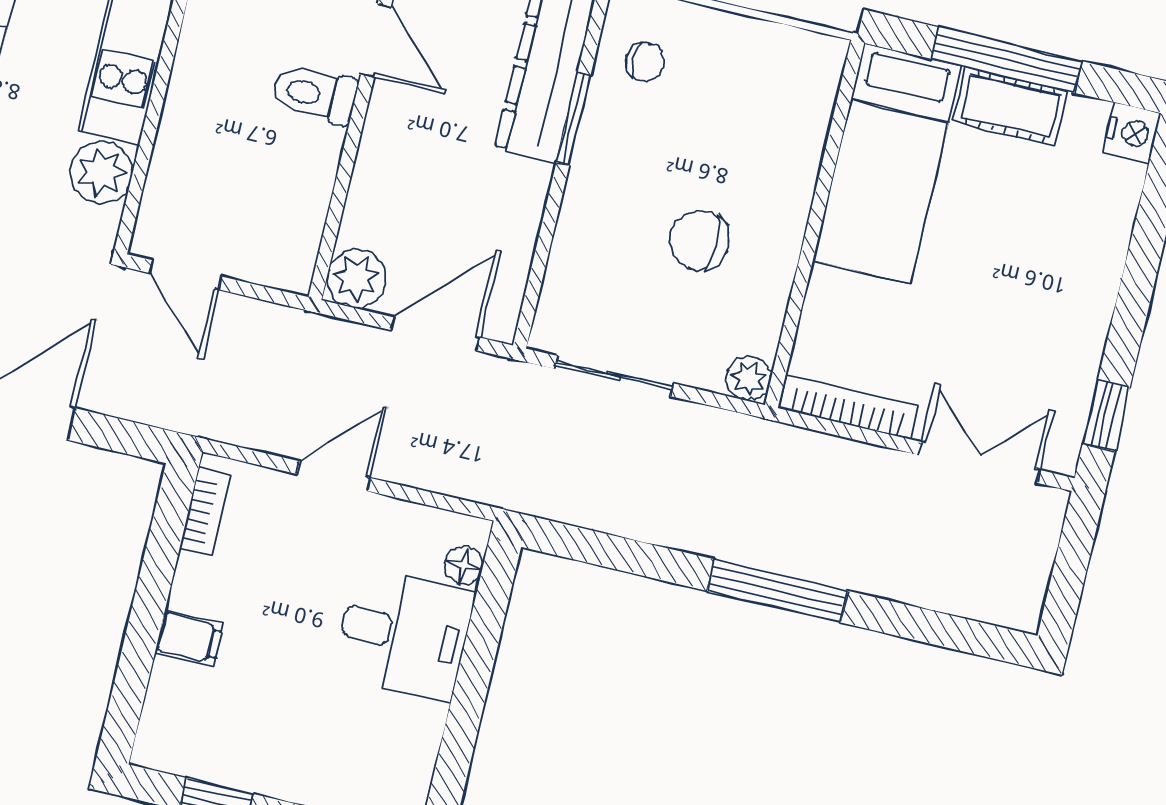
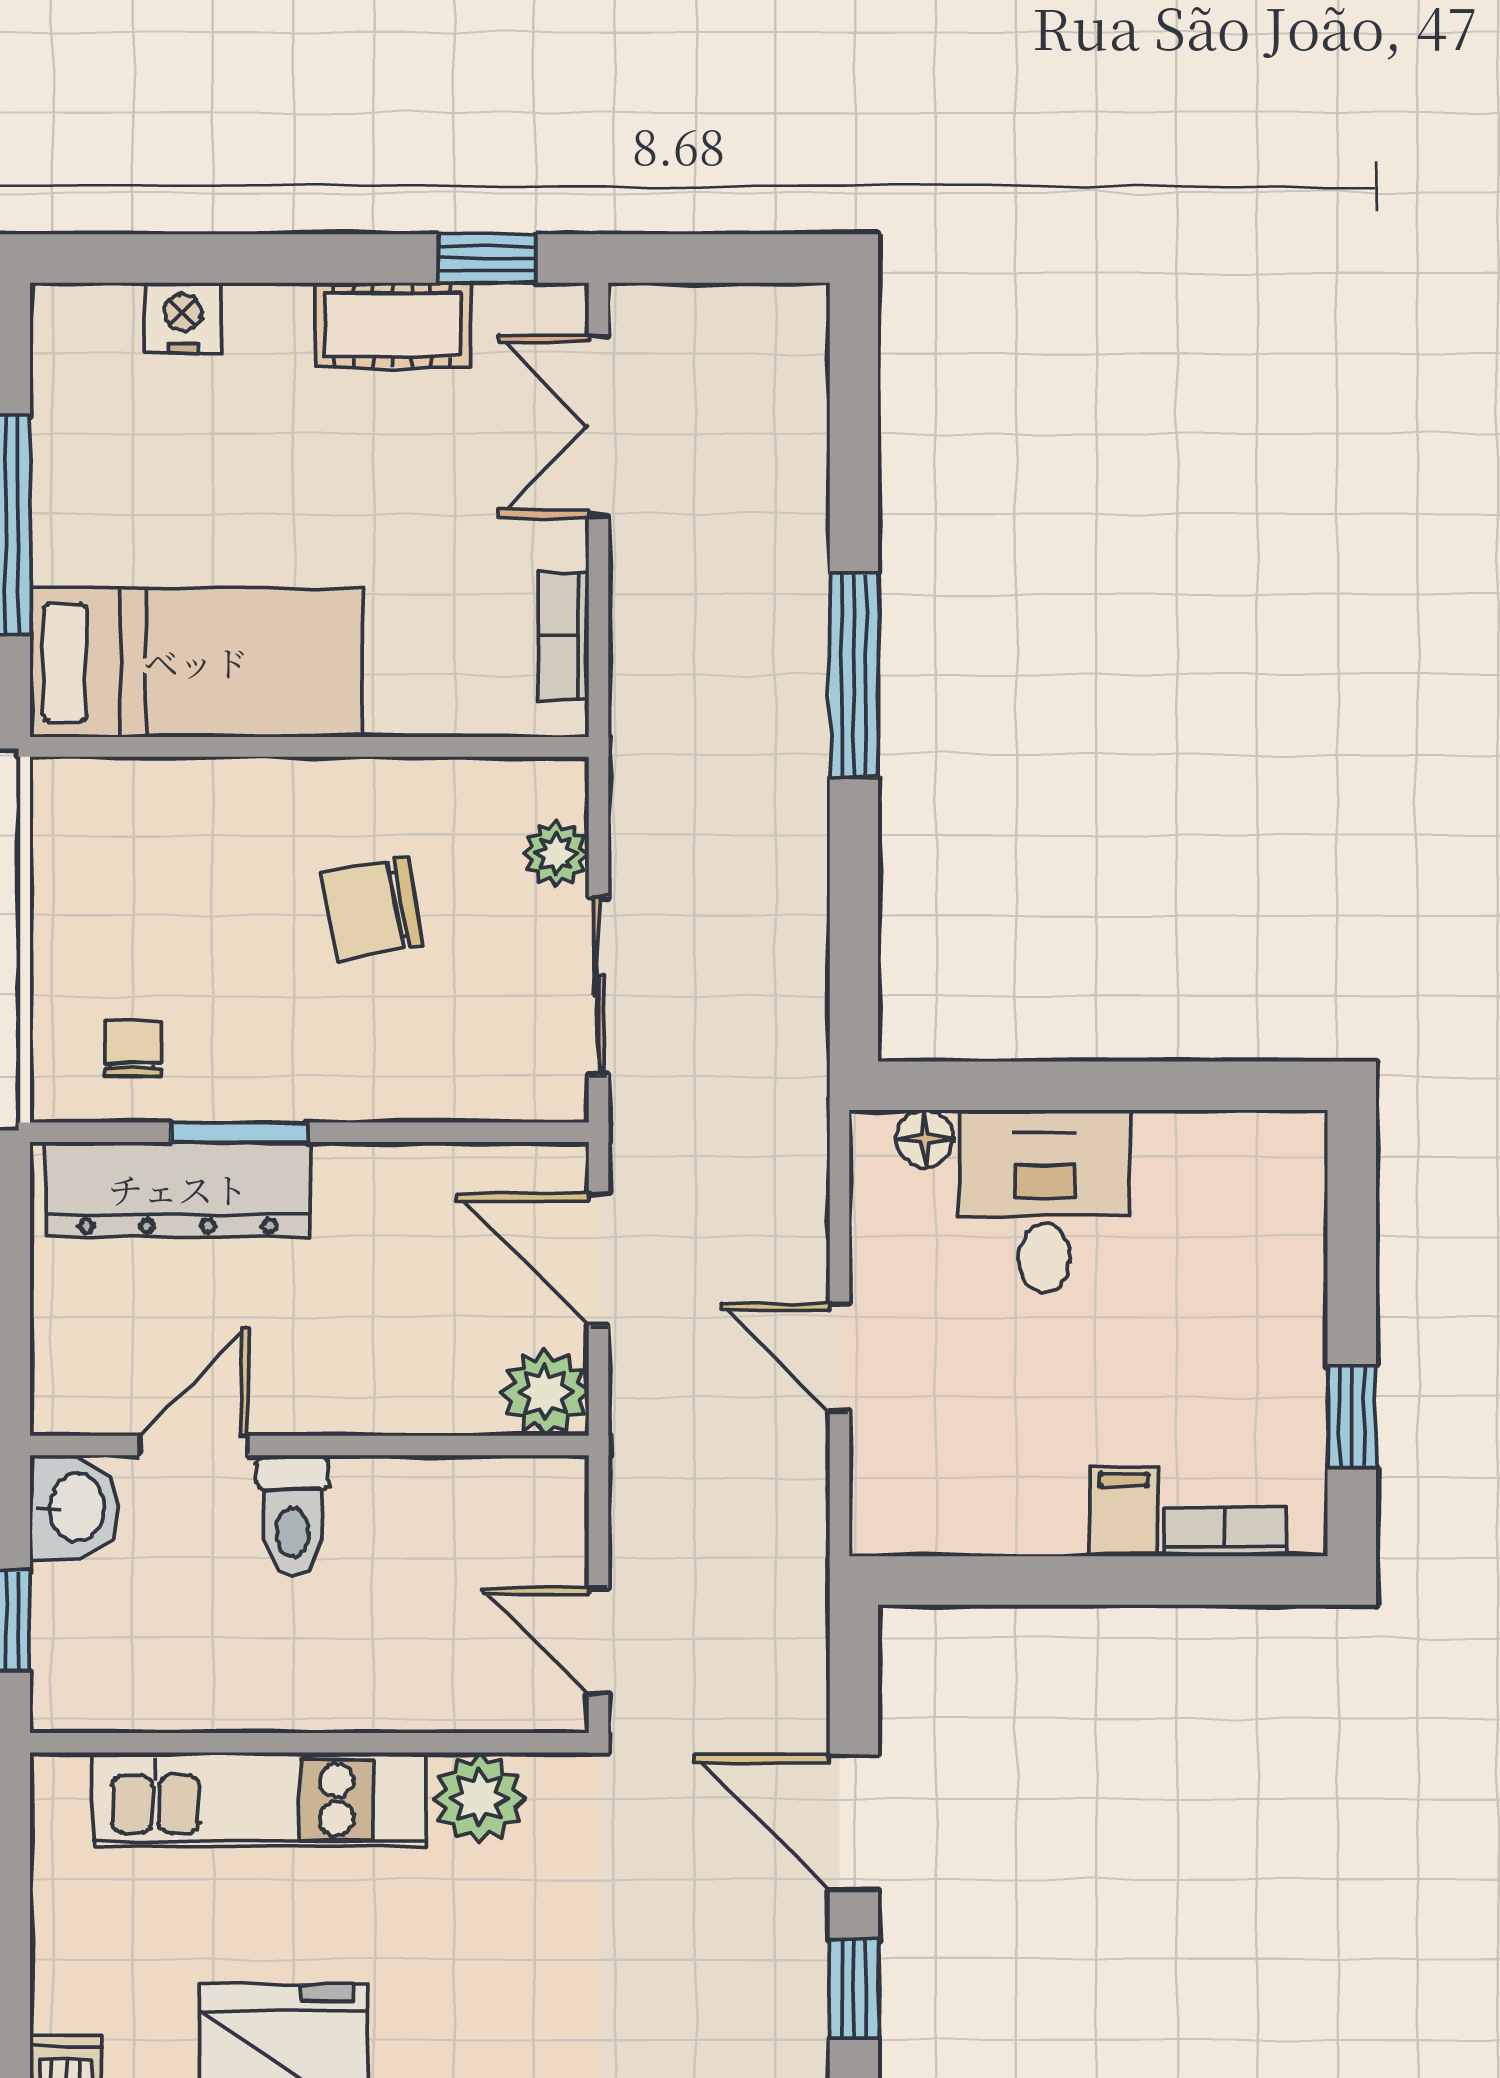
cot: (1010, 107) -> (392, 325), moved, turned 90
nightstand: (1132, 133) -> (183, 318), moved
chair: (699, 240) -> (372, 909), turned 80
door: (185, 275) -> (599, 1641), swing flipped
plant: (749, 379) -> (556, 854), moved
bookcase: (848, 407) -> (563, 635), width x0.64
bookcase: (205, 512) -> (1225, 1532), moved

